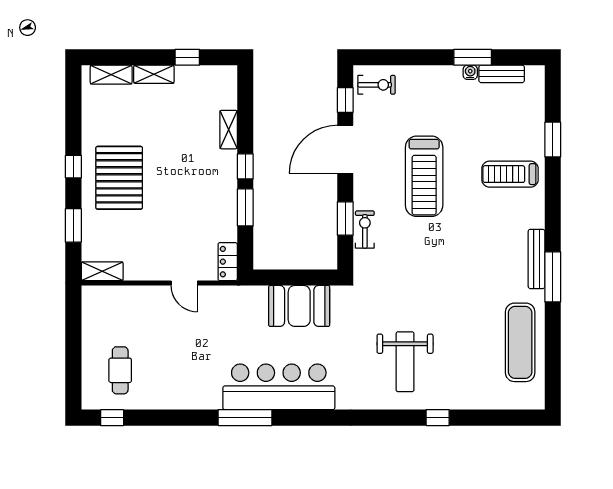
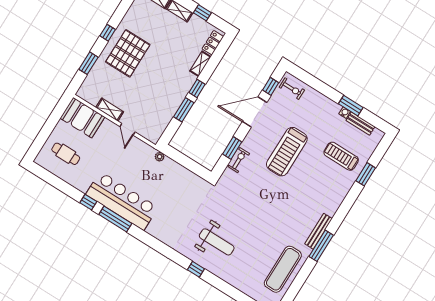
treadmill: (510, 174) -> (341, 156), moved
locker: (228, 262) -> (213, 43), moved
shelving: (102, 271) -> (110, 110), moved
plant: (252, 293) -> (160, 157), added
booth: (299, 306) -> (82, 118), moved
weight bench: (405, 362) -> (217, 242), turned -90
cafe table: (120, 370) -> (66, 154), turned 90
bar counter: (279, 387) -> (122, 201), moved
window: (112, 418) -> (88, 202), moved
window: (438, 418) -> (196, 269), moved

